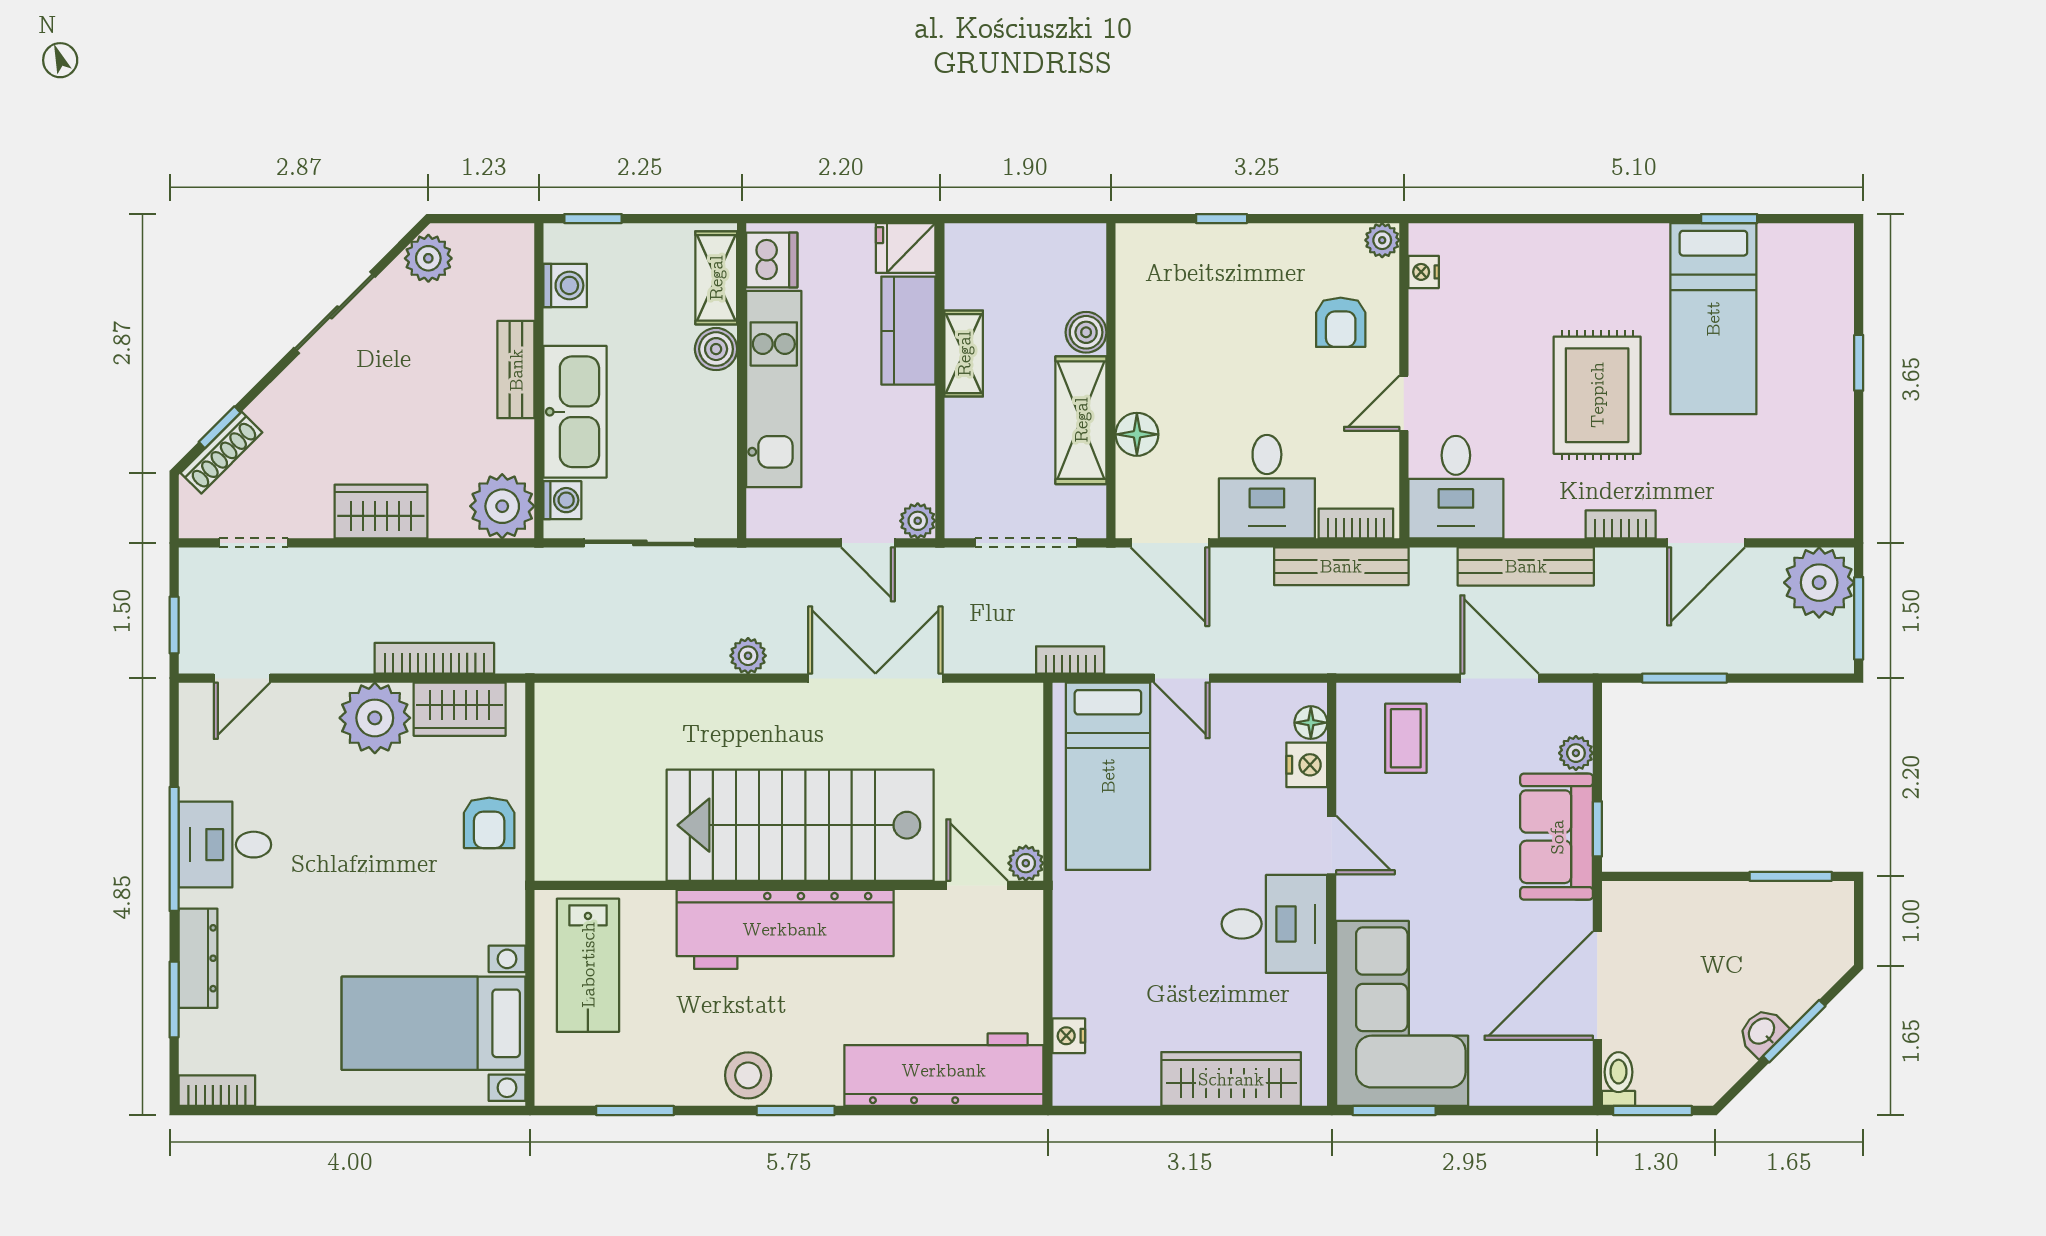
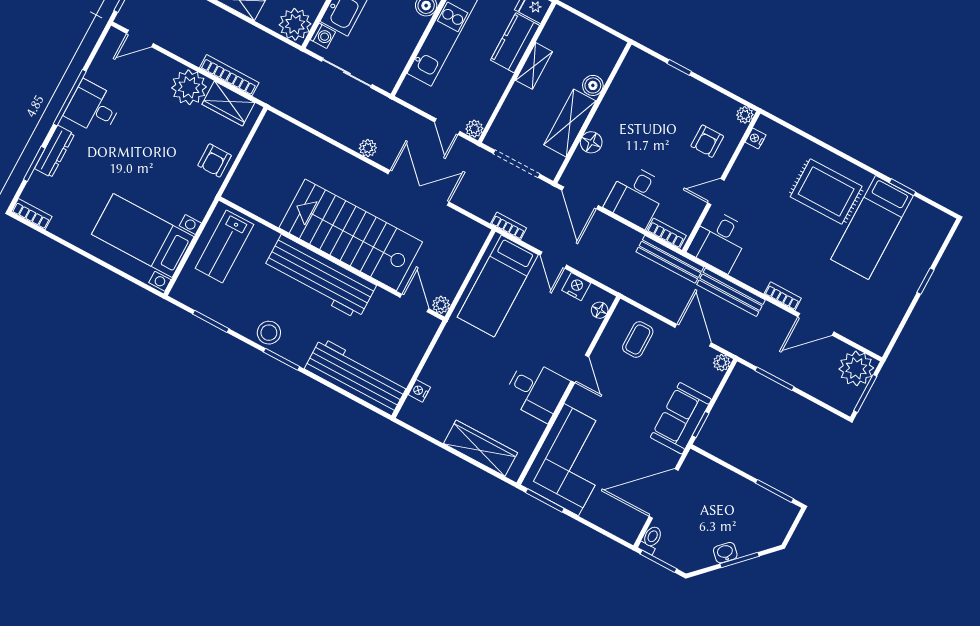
rug: (1597, 395) -> (826, 192), moved, turned 90
bench: (1341, 566) -> (670, 259), moved
plant: (1576, 753) -> (722, 363), moved
nightstand: (1307, 765) -> (576, 287), moved, turned -90

